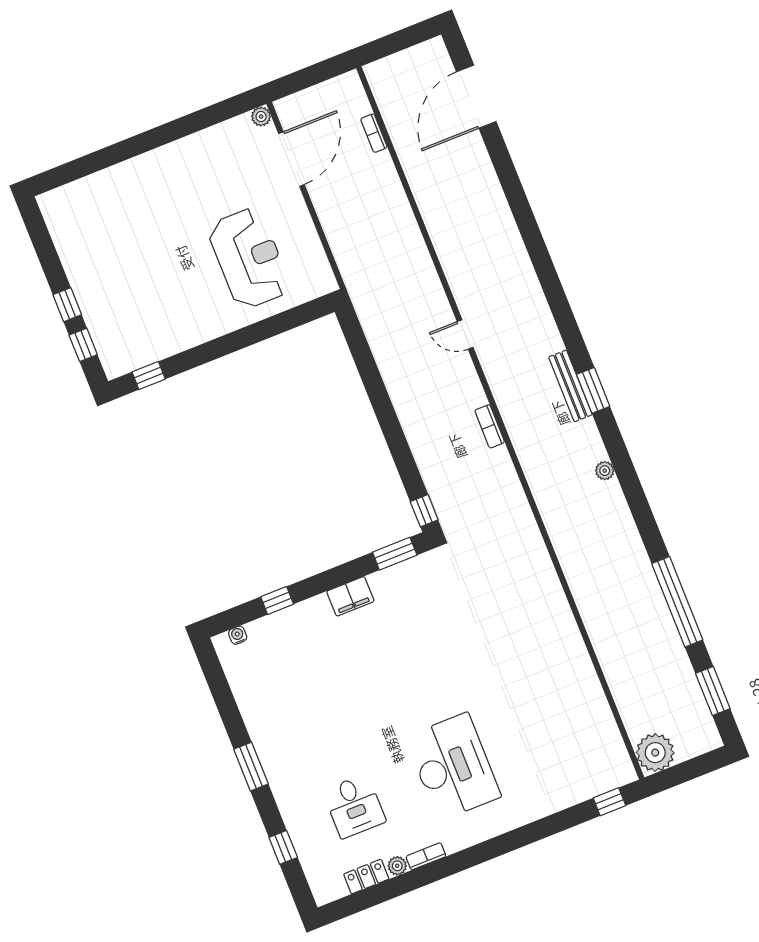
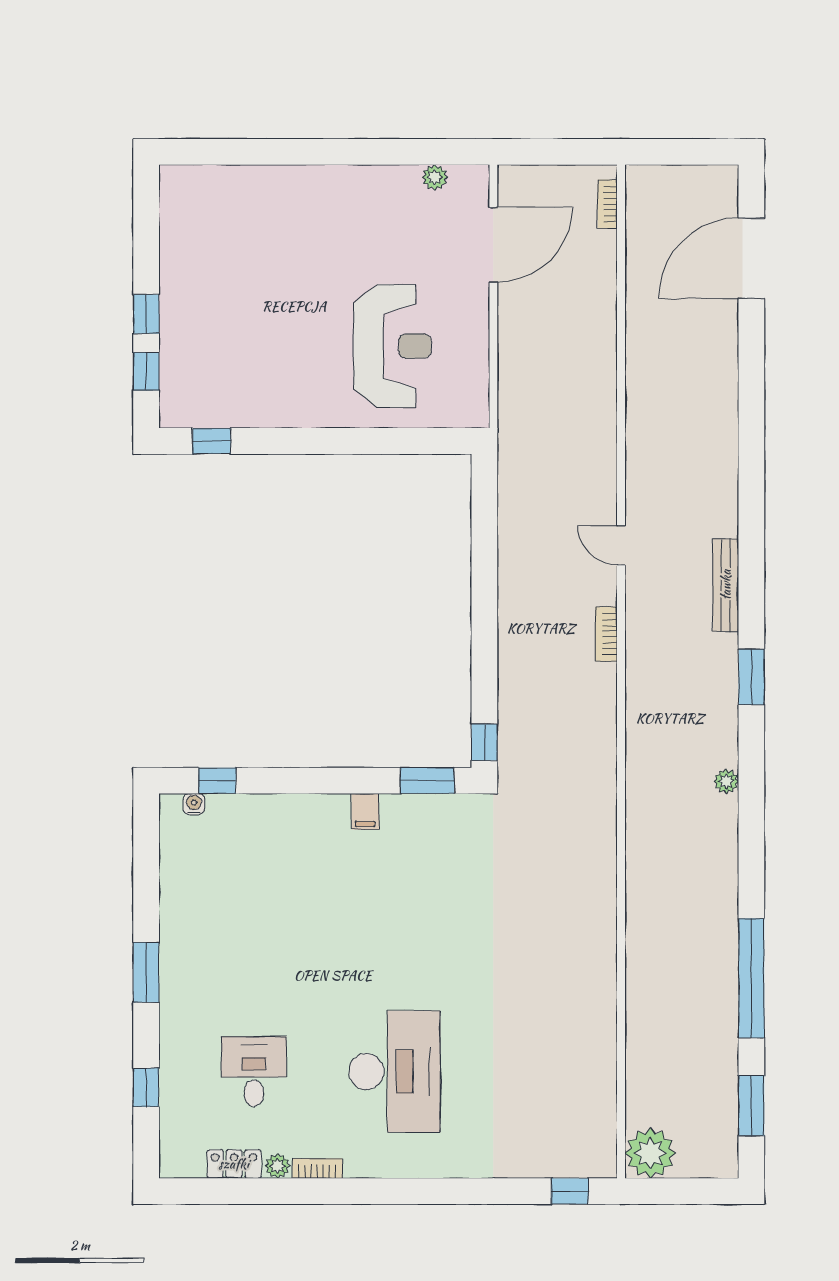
plant: (261, 117) -> (435, 177), moved
bookcase: (374, 133) -> (607, 204), moved
bench: (570, 386) -> (726, 585), moved
bookcase: (490, 426) -> (606, 634), moved
filing cabinet: (350, 596) -> (365, 811), width x0.50
window: (277, 600) -> (217, 781), moved
desk: (354, 806) -> (254, 1072), turned 180

